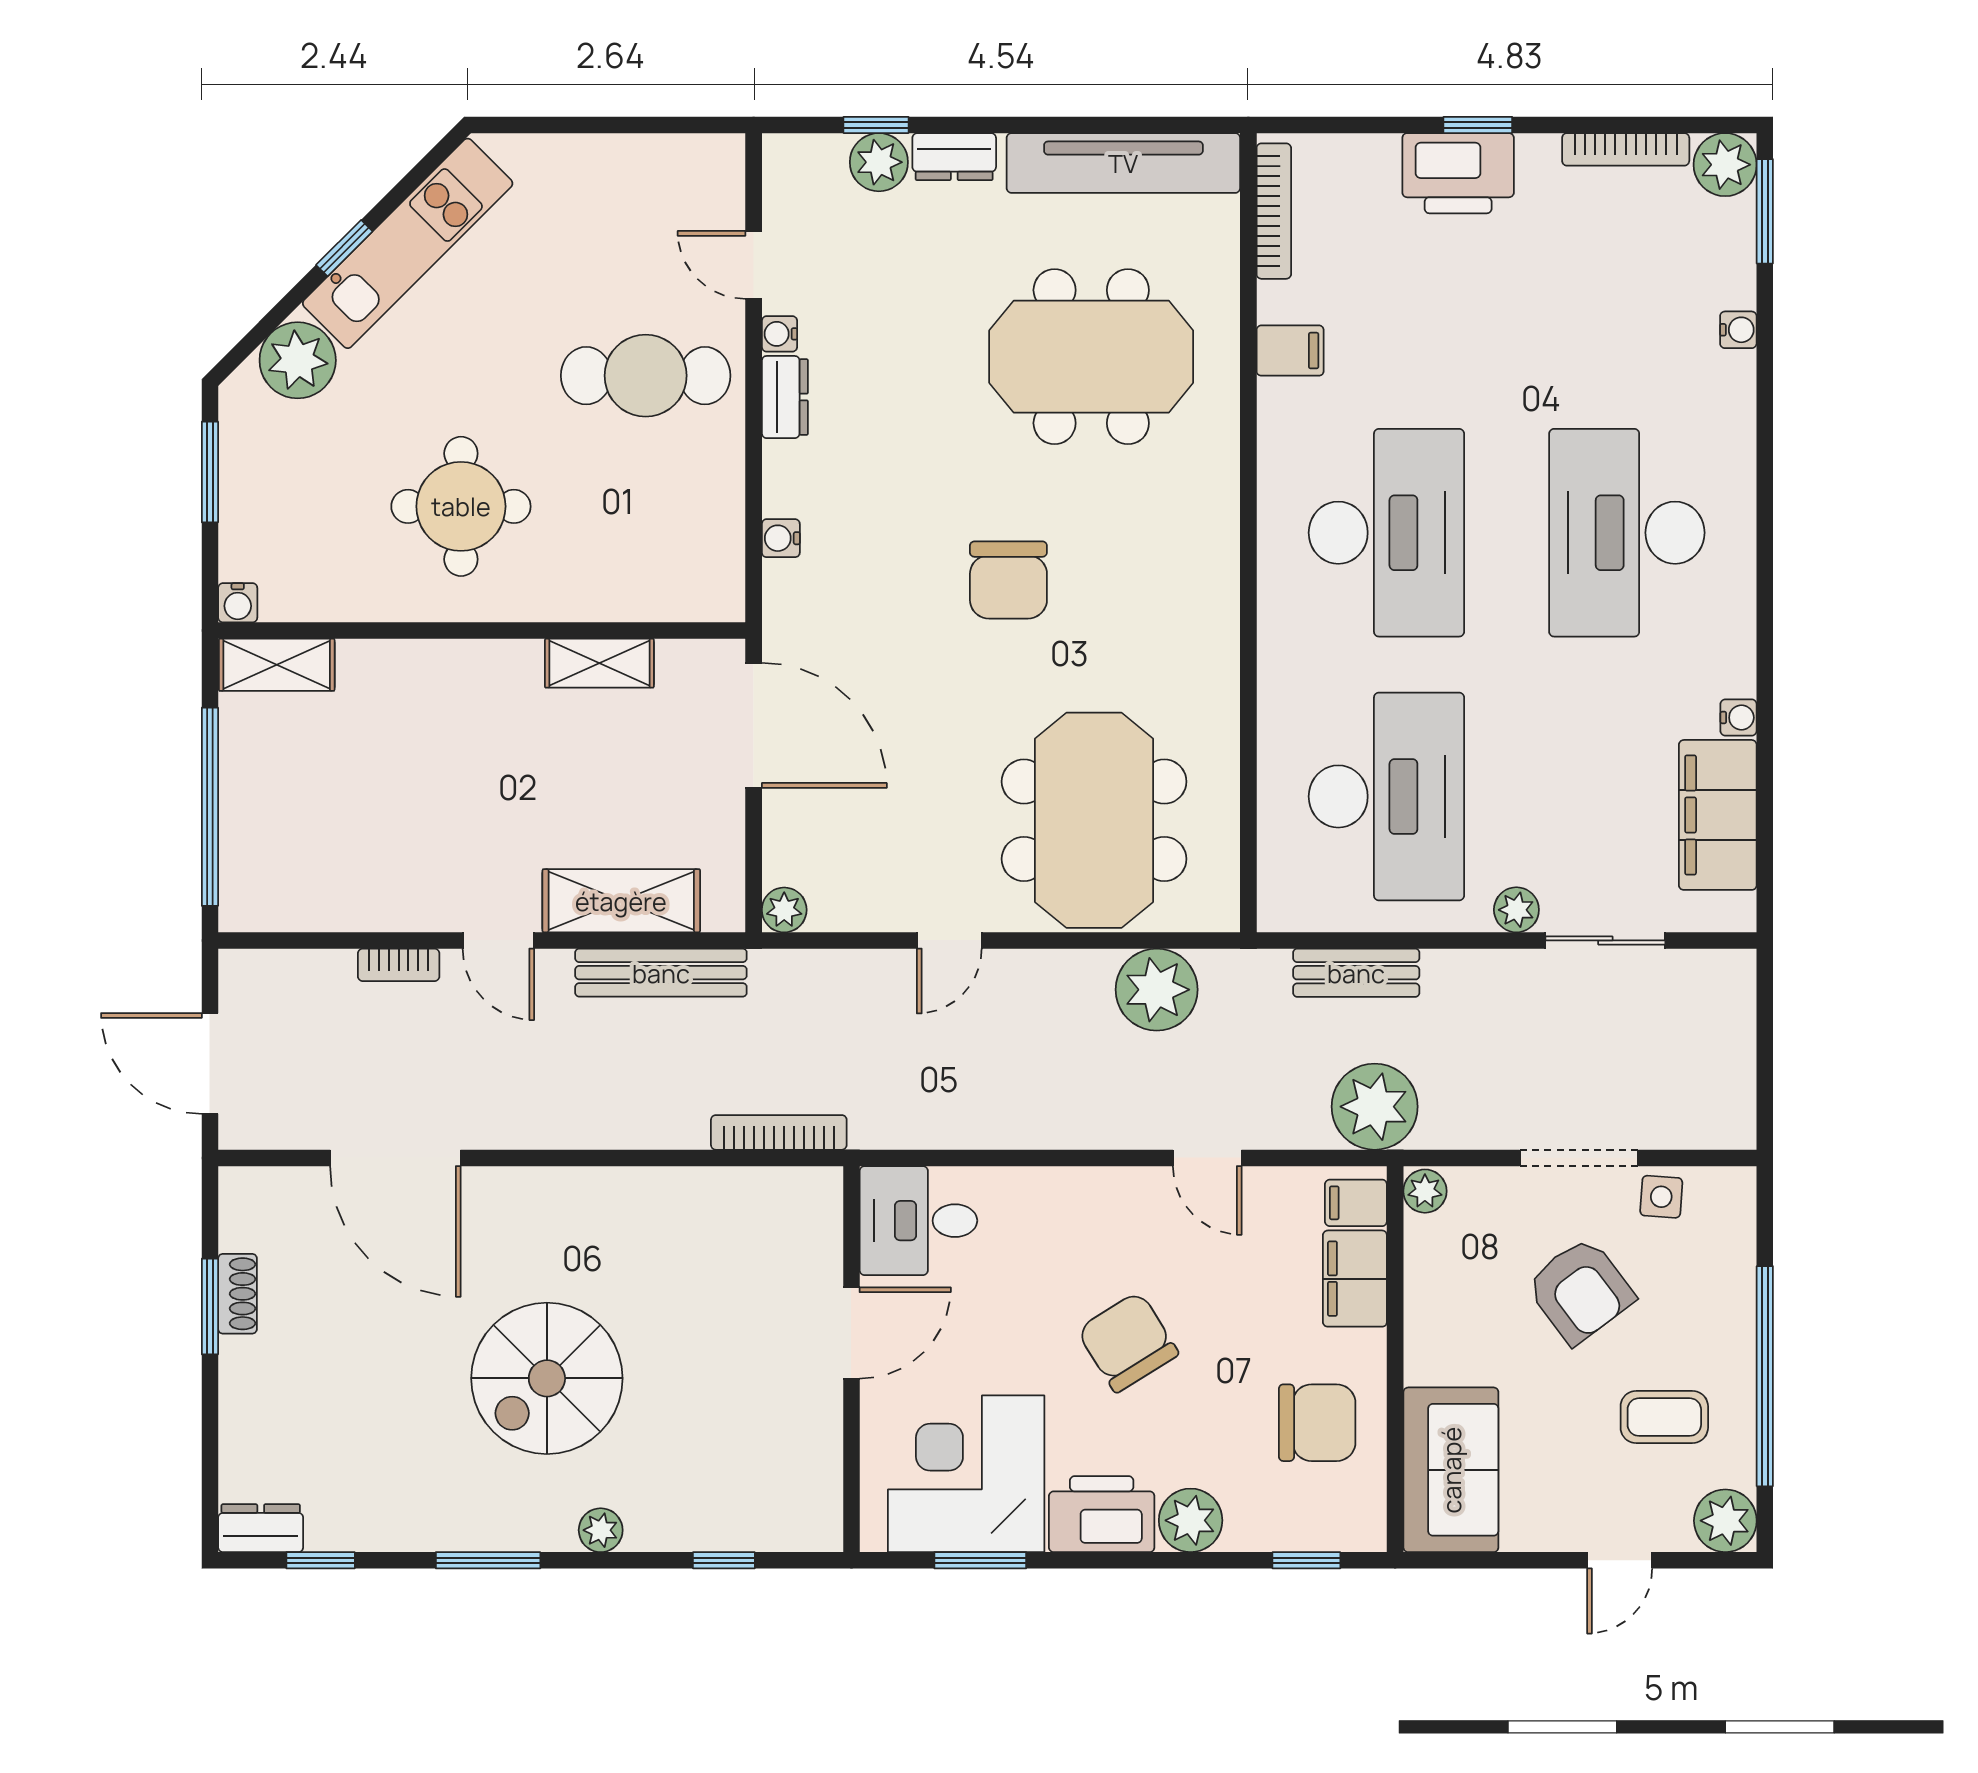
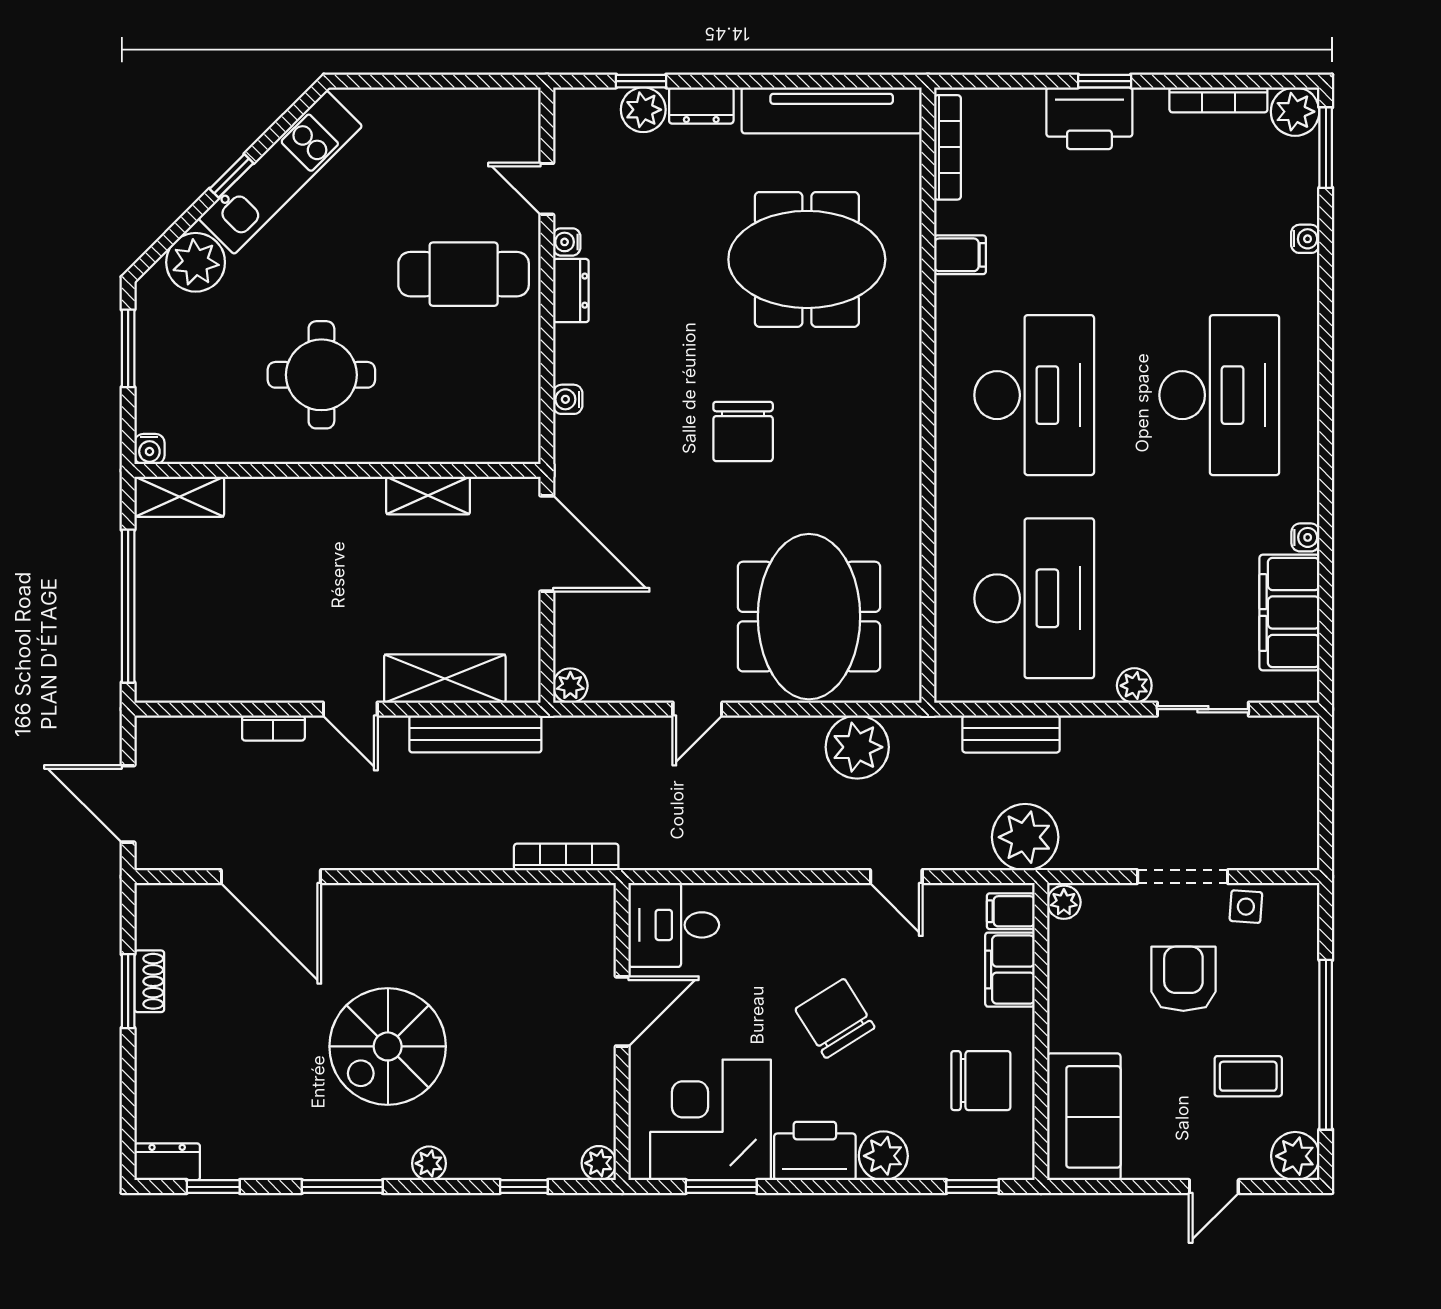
desk: (1627, 533) -> (1219, 395), turned 180
armchair: (1580, 1291) -> (1183, 979), turned -143
plant: (821, 1530) -> (599, 1163), added

